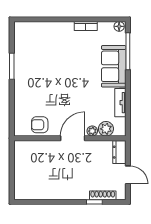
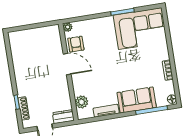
corner sofa: (34, 49) -> (140, 29), added
plant: (92, 131) -> (68, 27), moved
door: (73, 138) -> (67, 64), moved

